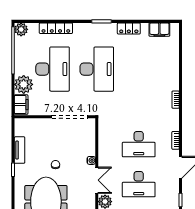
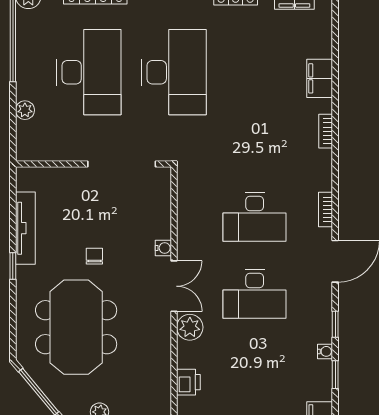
plant: (24, 84) -> (25, 110), width x0.53, depth x0.53
filing cabinet: (21, 105) -> (320, 78), moved, turned 180
tv unit: (20, 150) -> (25, 228), width x1.41

